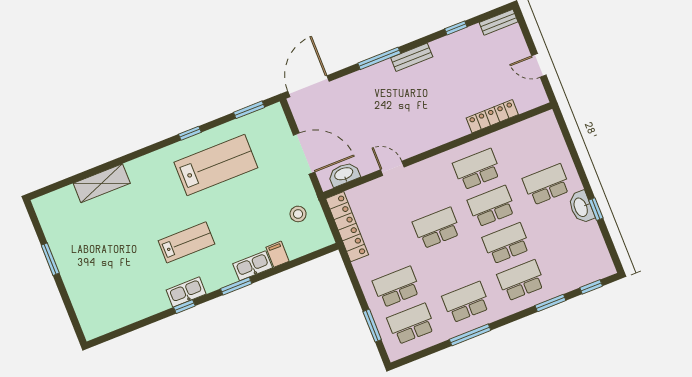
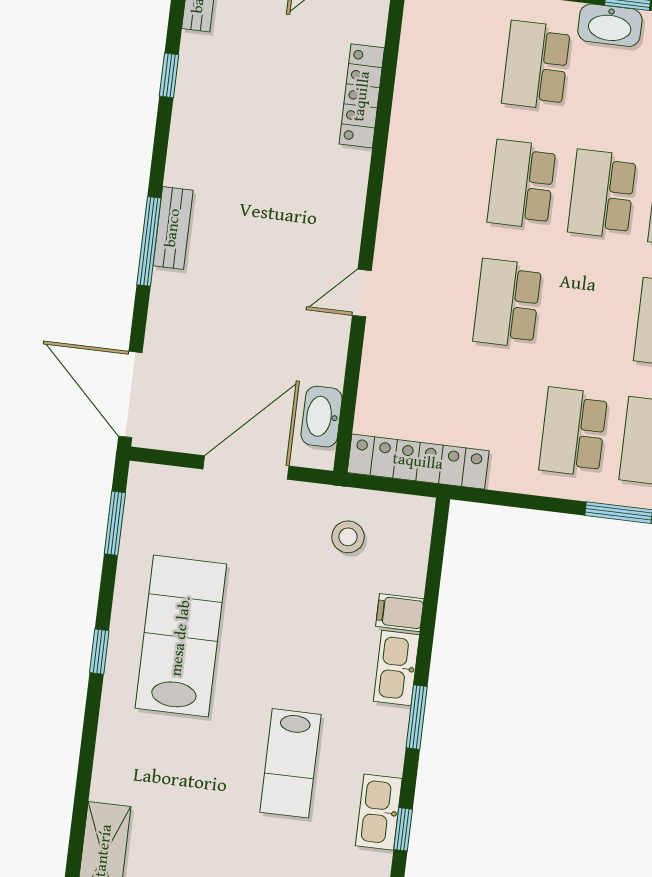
bench: (412, 57) -> (173, 228), moved
door: (392, 168) -> (362, 293), moved
school desk: (477, 169) -> (441, 174), removed
lab bench: (186, 242) -> (290, 763), turned 180

